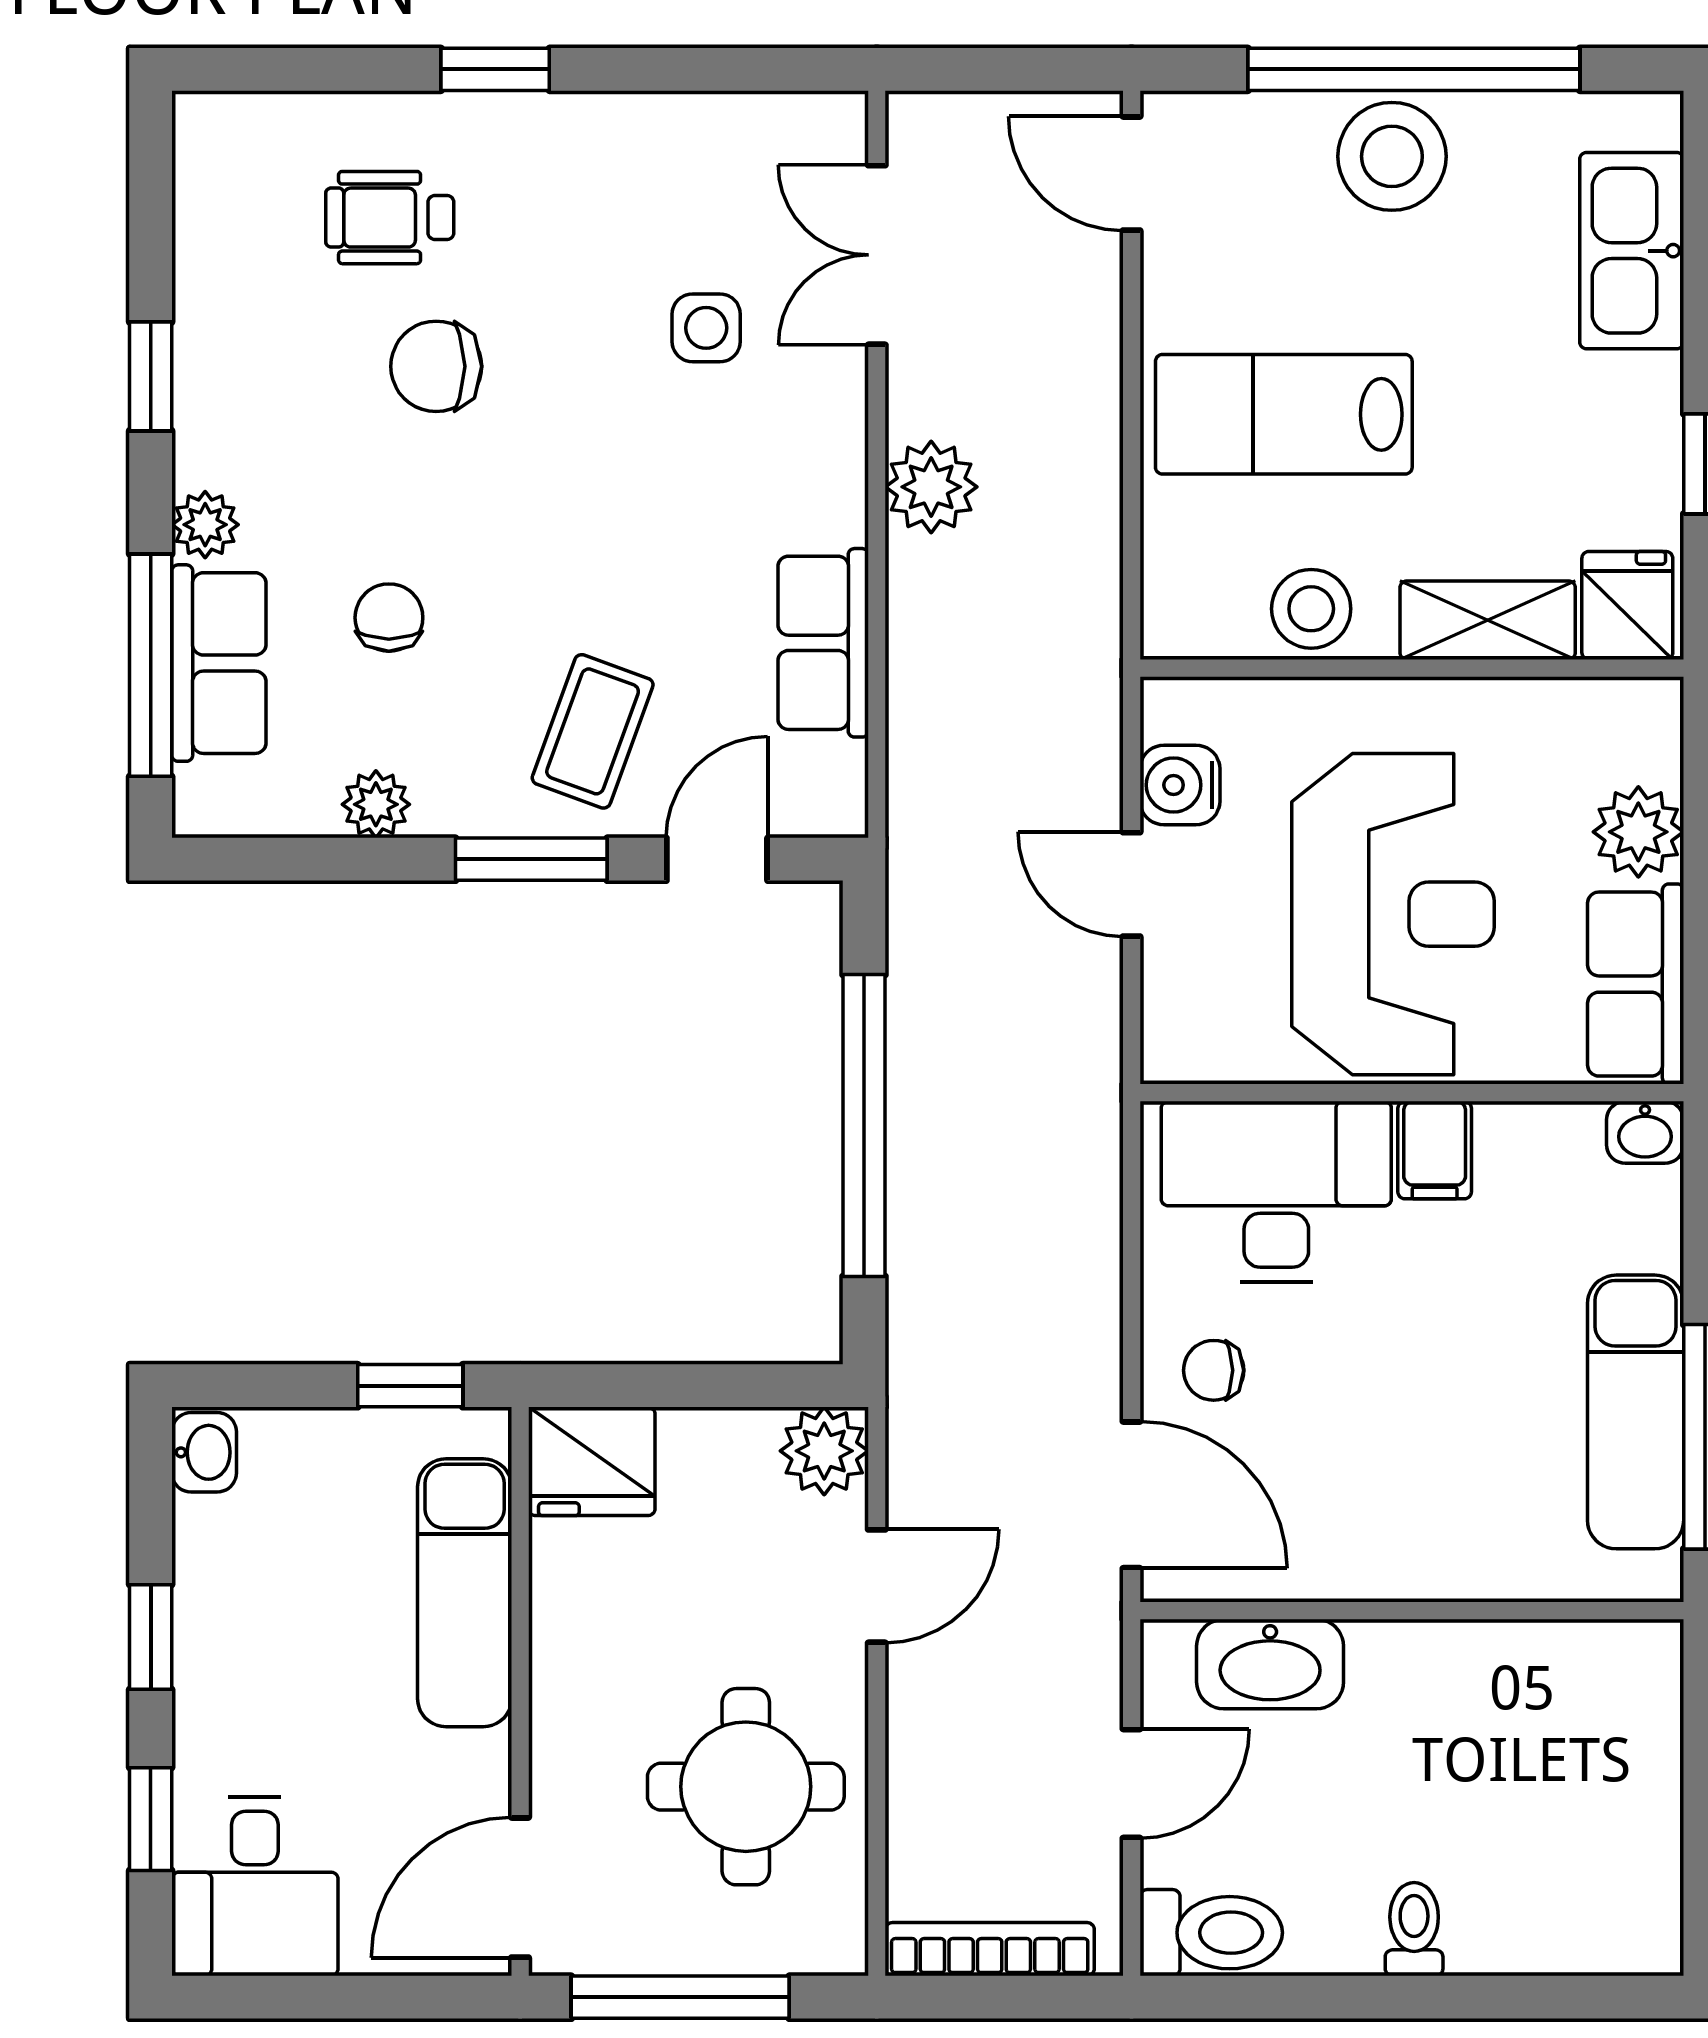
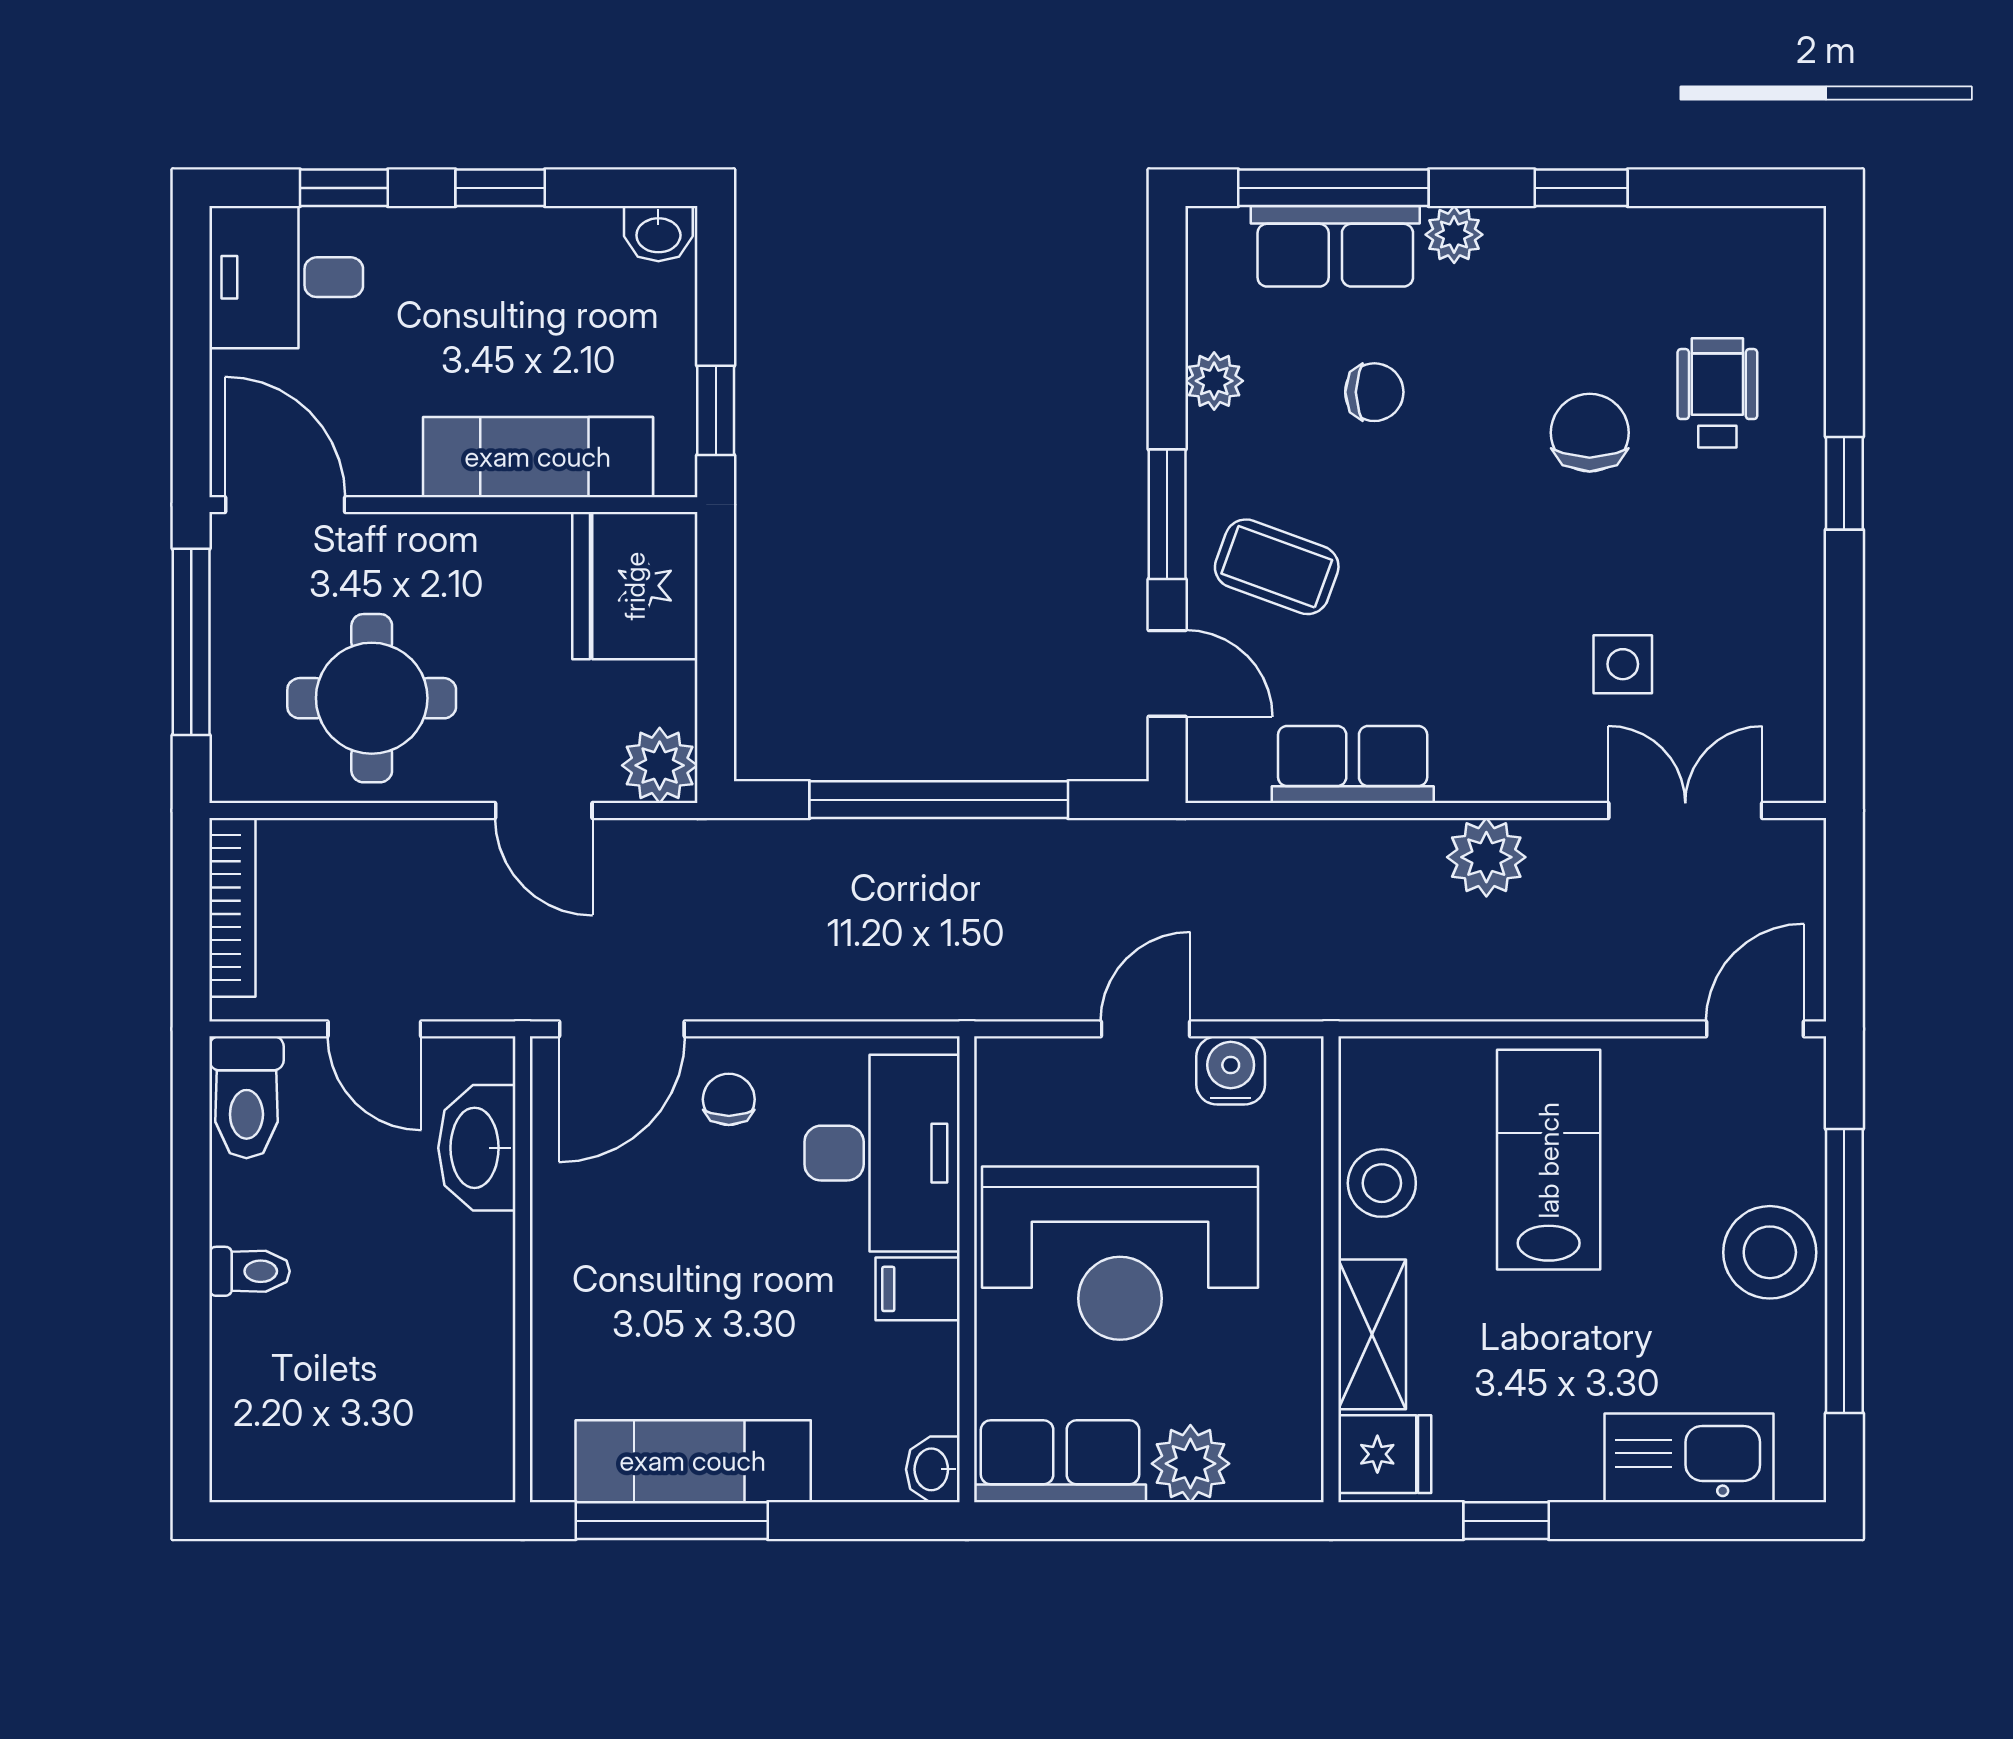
fridge: (592, 1461) -> (635, 586), width x1.36, depth x1.34

